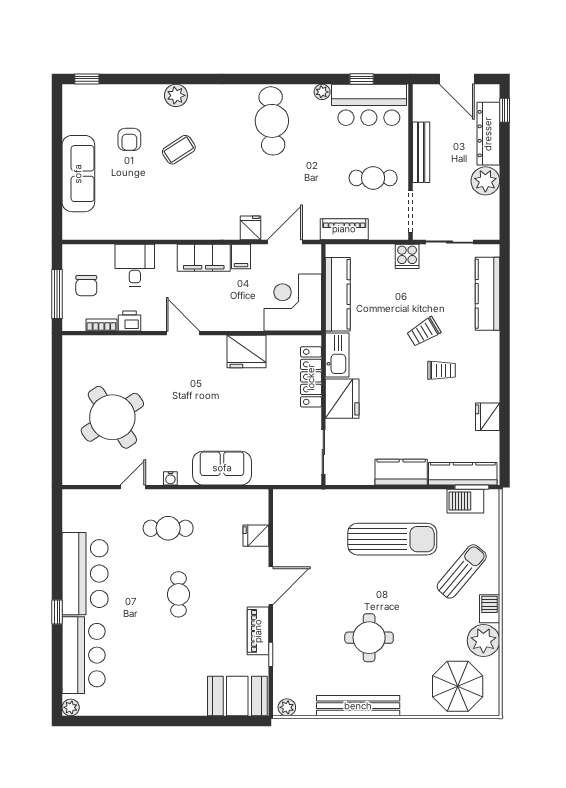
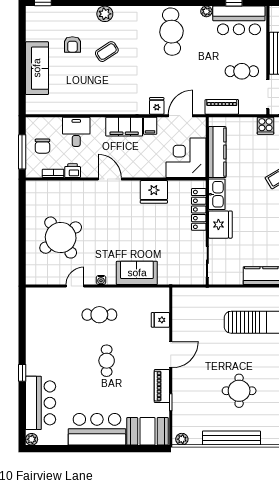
bar counter: (85, 574) -> (97, 429), moved, turned -90

